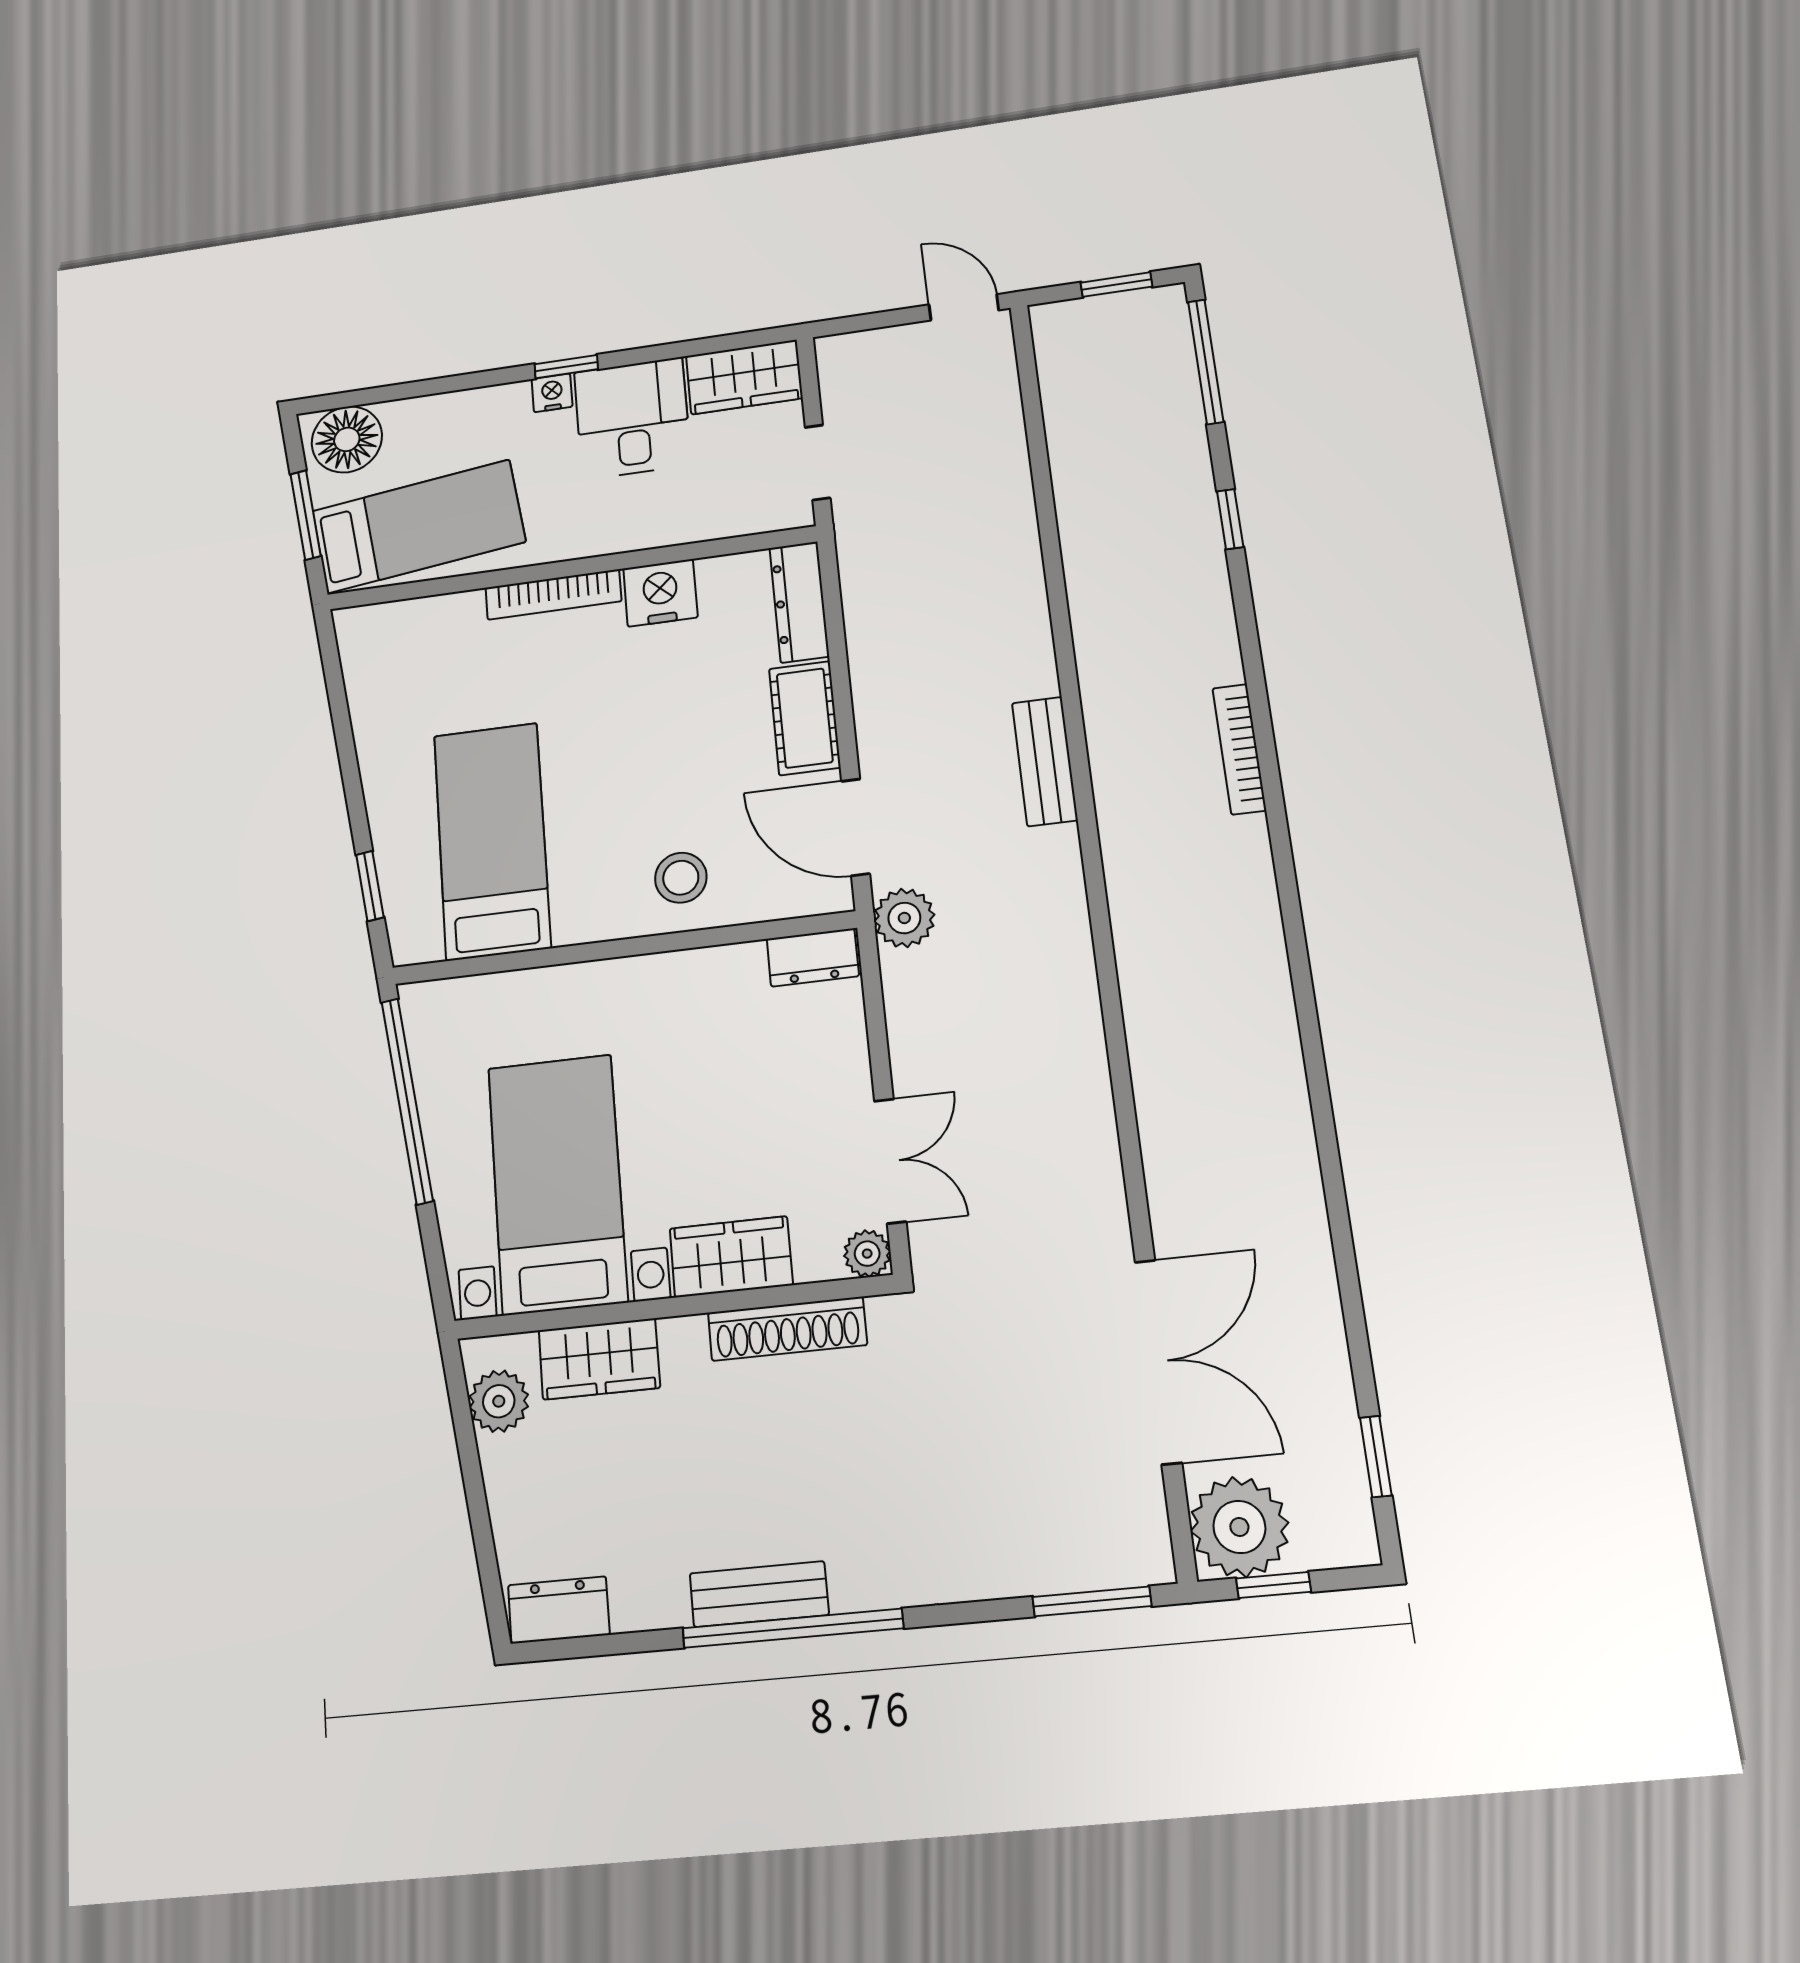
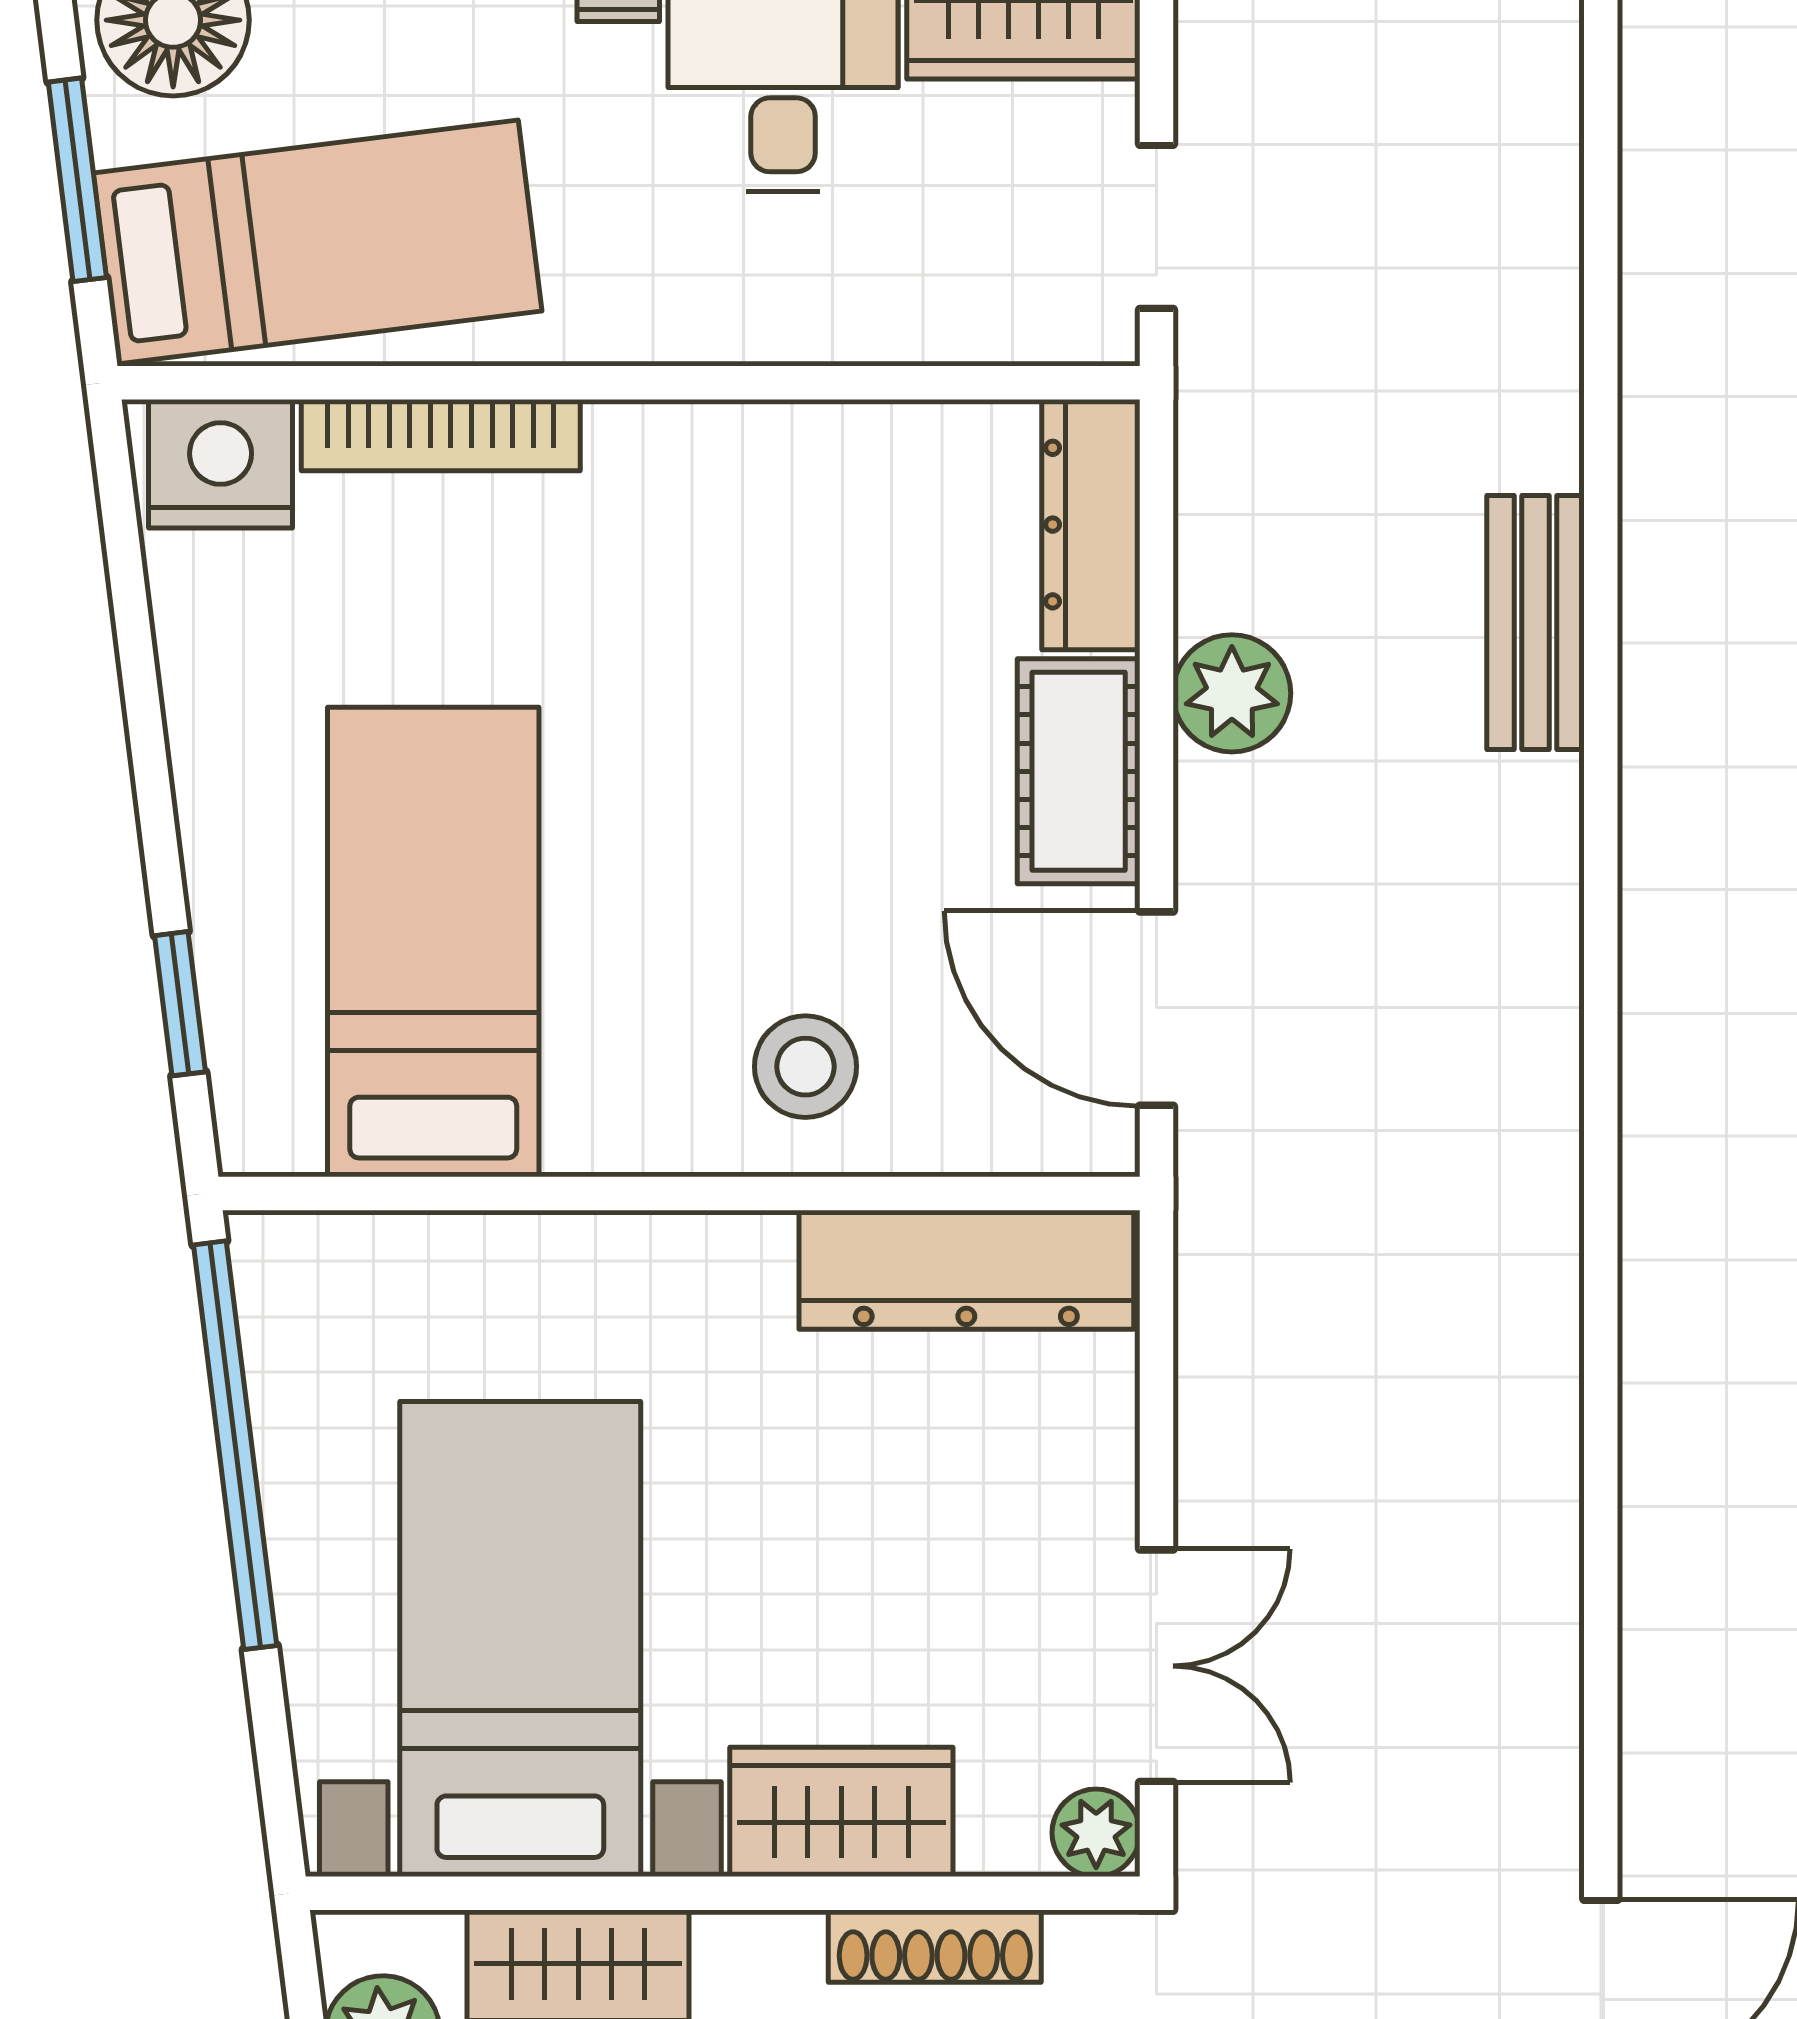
nightstand: (660, 593) -> (221, 464), moved
bookcase: (553, 594) -> (441, 435), moved
bench: (1045, 761) -> (1536, 622), moved
plant: (904, 918) -> (1232, 693), moved
dresser: (813, 957) -> (966, 1270), width x1.96, depth x1.24
shoe rack: (787, 1329) -> (935, 1946), width x0.74, depth x0.81

